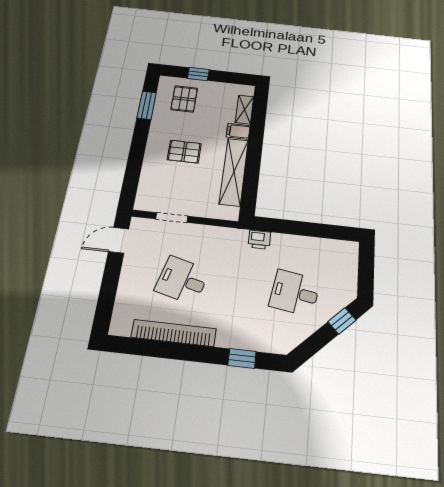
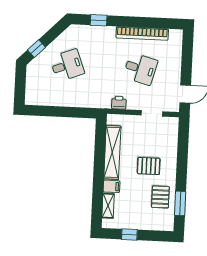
window: (198, 74) -> (129, 234), moved
pallet: (184, 99) -> (160, 197), moved
printer: (259, 240) -> (119, 103), moved
desk: (295, 293) -> (67, 65), turned -30

